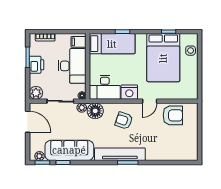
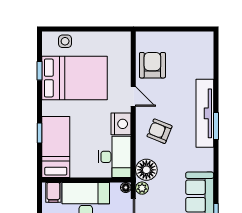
armchair: (124, 121) -> (160, 131), turned 93
tv unit: (120, 154) -> (205, 113), moved

